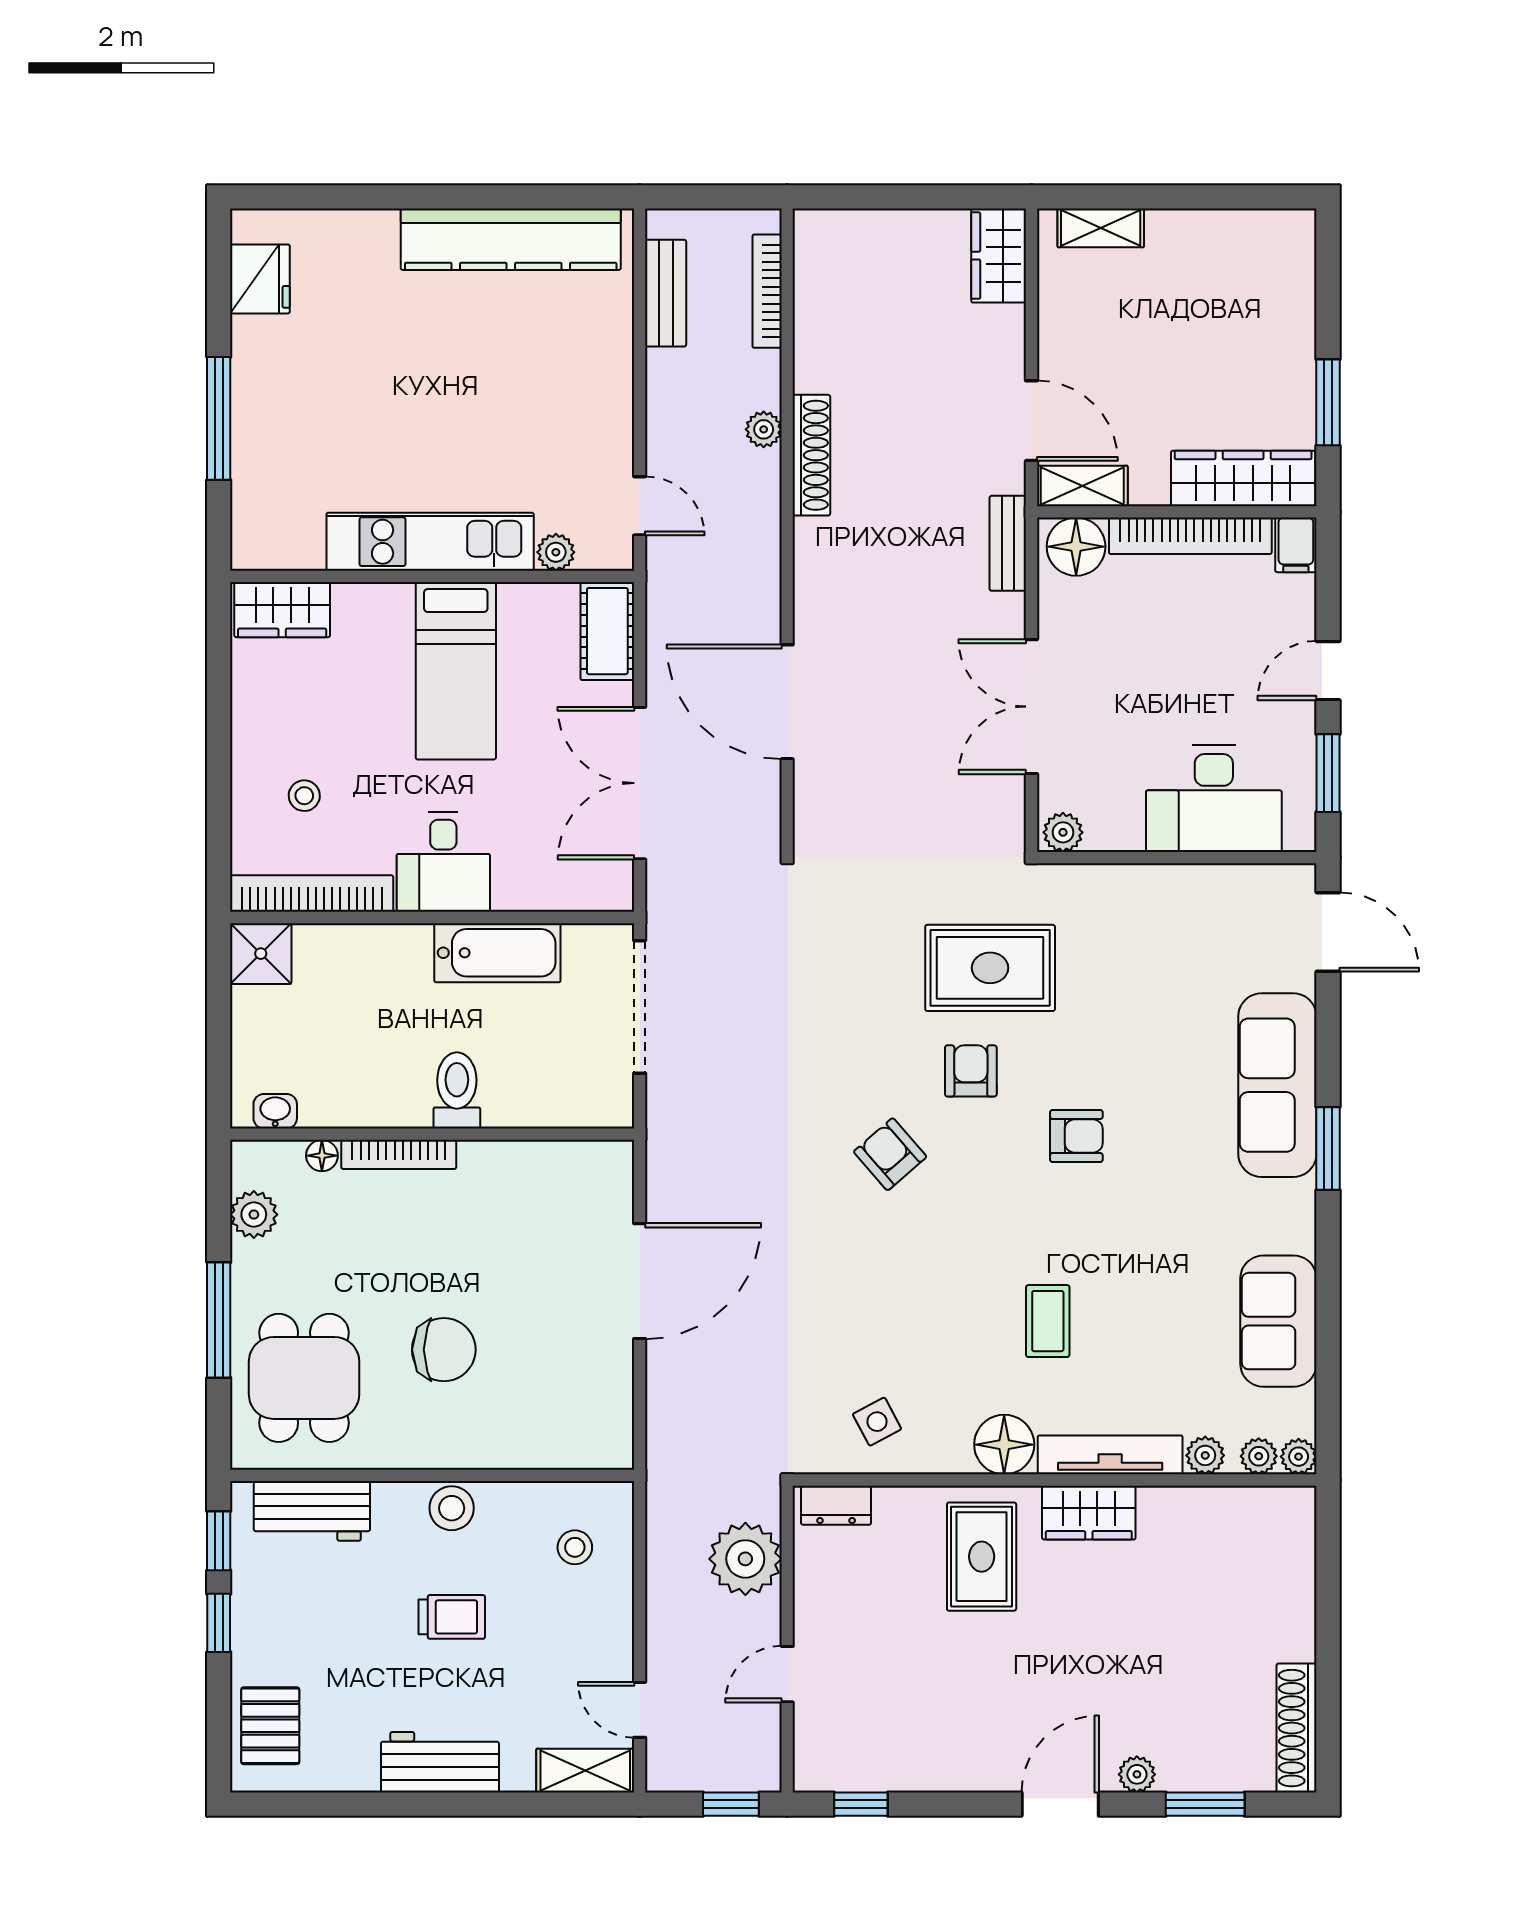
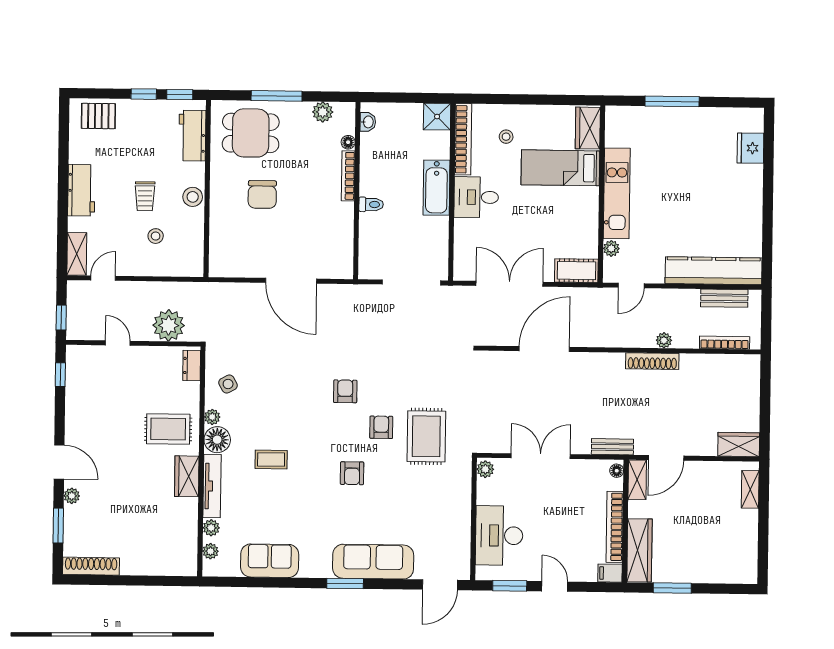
kitchen counter: (511, 239) -> (714, 271), moved, turned 90
fridge: (260, 279) -> (750, 148), moved, turned 90
floor lamp: (1076, 547) -> (617, 471), width x0.53, depth x0.53
bed: (456, 671) -> (560, 168), moved
bathtub: (497, 953) -> (436, 188), moved
armchair: (971, 1071) -> (381, 427), turned -90
toilet: (457, 1090) -> (371, 204), width x0.73, depth x0.72
armchair: (890, 1154) -> (345, 391), turned -49
plant: (1299, 1457) -> (212, 417), moved
stool: (575, 1547) -> (156, 236), moved

